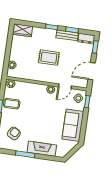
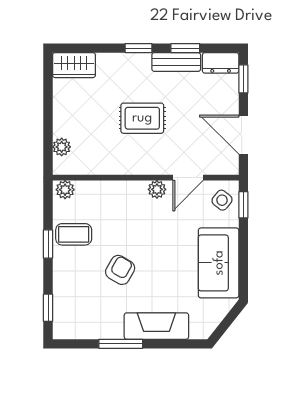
door: (92, 71) -> (243, 135), hinge flipped
armchair: (14, 133) -> (120, 270), moved

